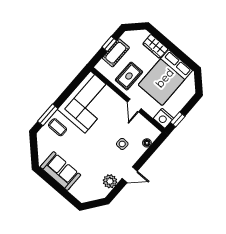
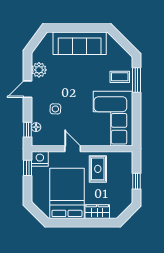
cot: (116, 53) -> (125, 179), removed
window: (154, 146) -> (28, 130), added
sofa: (60, 171) -> (80, 43), width x1.36

